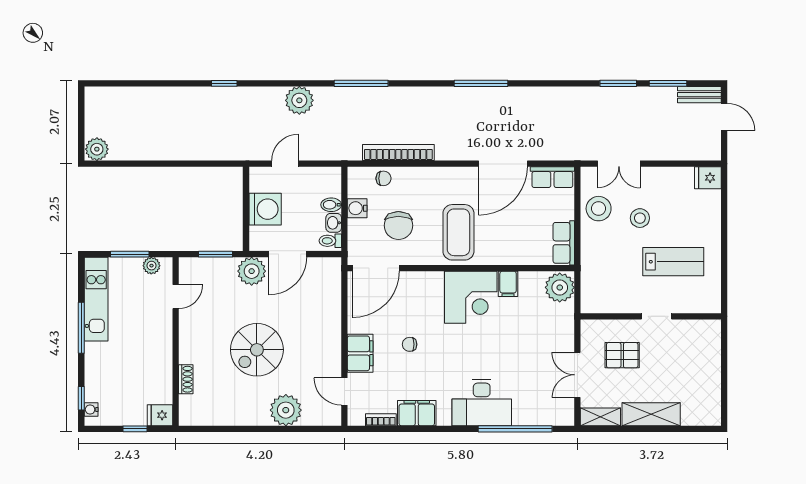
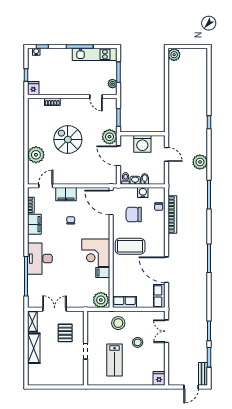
stool: (599, 209) -> (118, 323), moved

